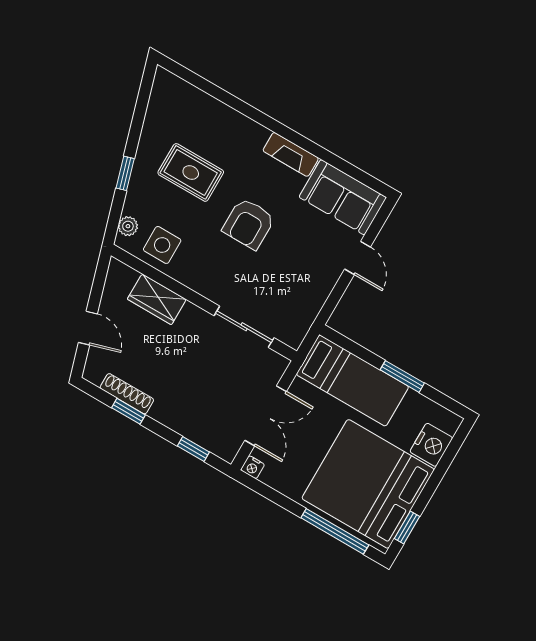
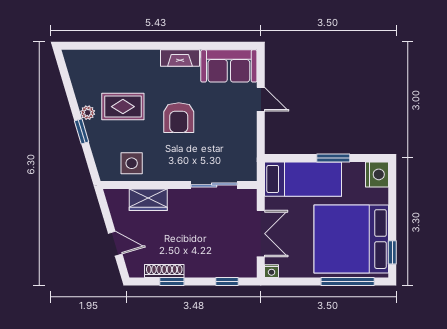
plant: (128, 226) -> (88, 113), moved
nightstand: (431, 445) -> (377, 174), moved

